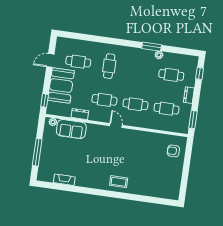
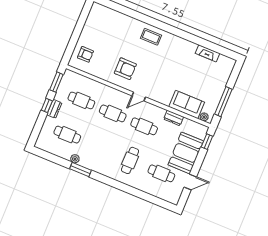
window: (200, 73) -> (47, 105), moved
door: (116, 125) -> (139, 96), hinge flipped
armchair: (134, 147) -> (125, 69), added
window: (37, 152) -> (223, 102), moved

